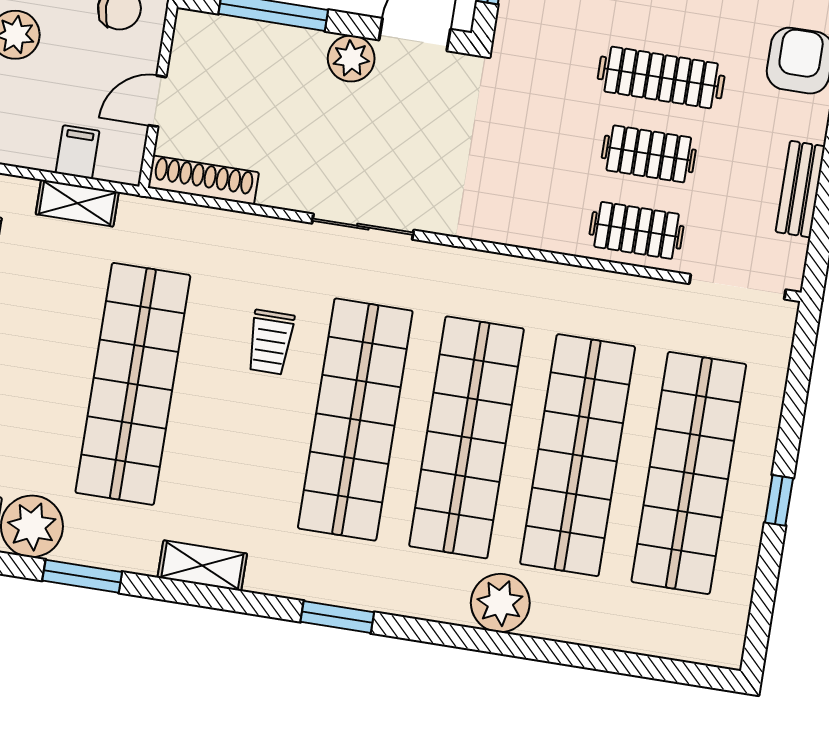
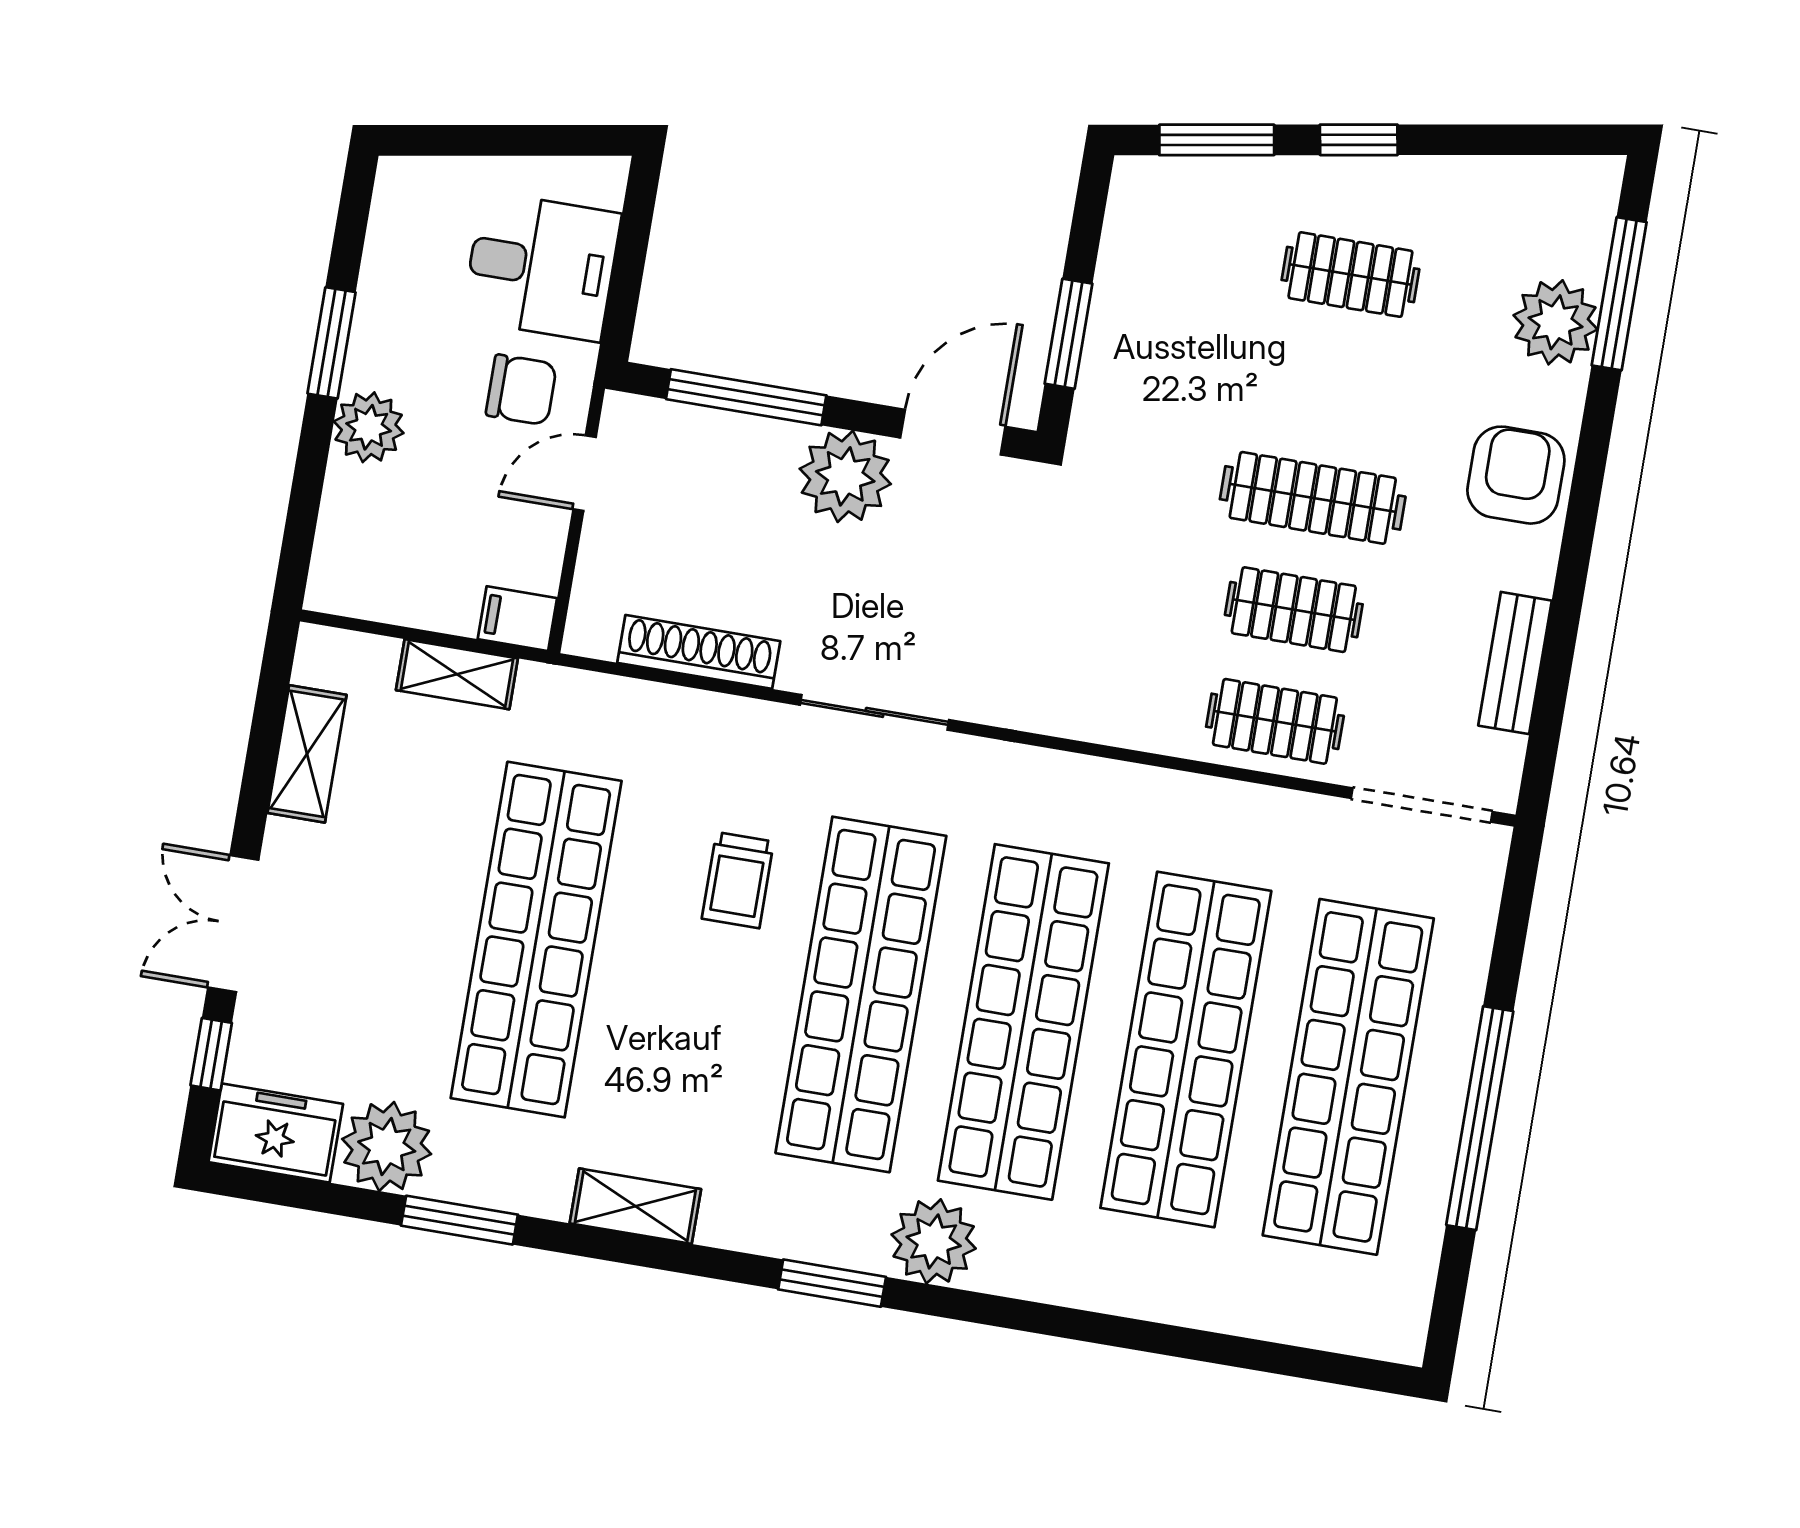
plant: (351, 58) -> (845, 476), width x1.36, depth x1.36
door: (157, 101) -> (585, 473), moved
filing cabinet: (78, 152) -> (517, 619), moved, turned -90
shoe rack: (203, 180) -> (699, 652), moved
window: (779, 500) -> (1480, 1118), width x3.17
plant: (500, 603) -> (934, 1241), moved

